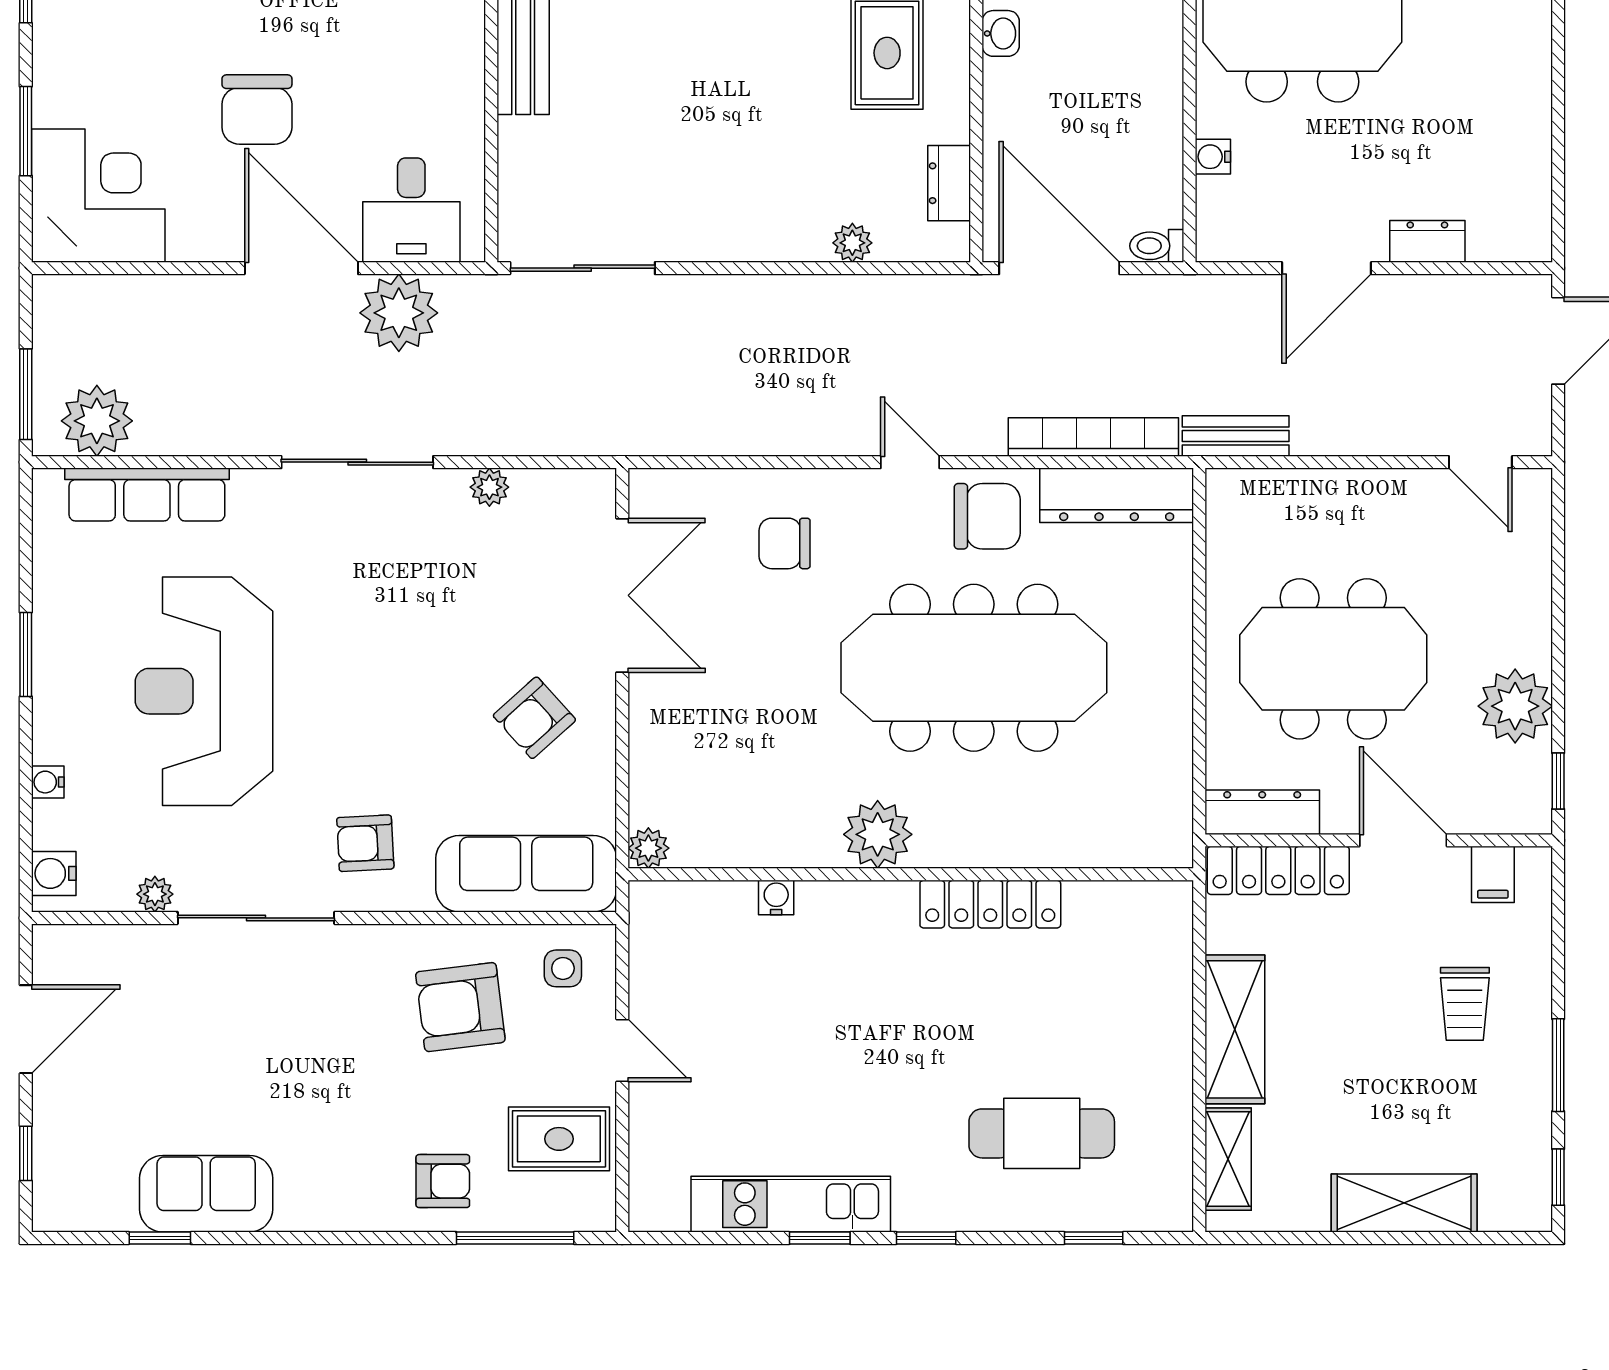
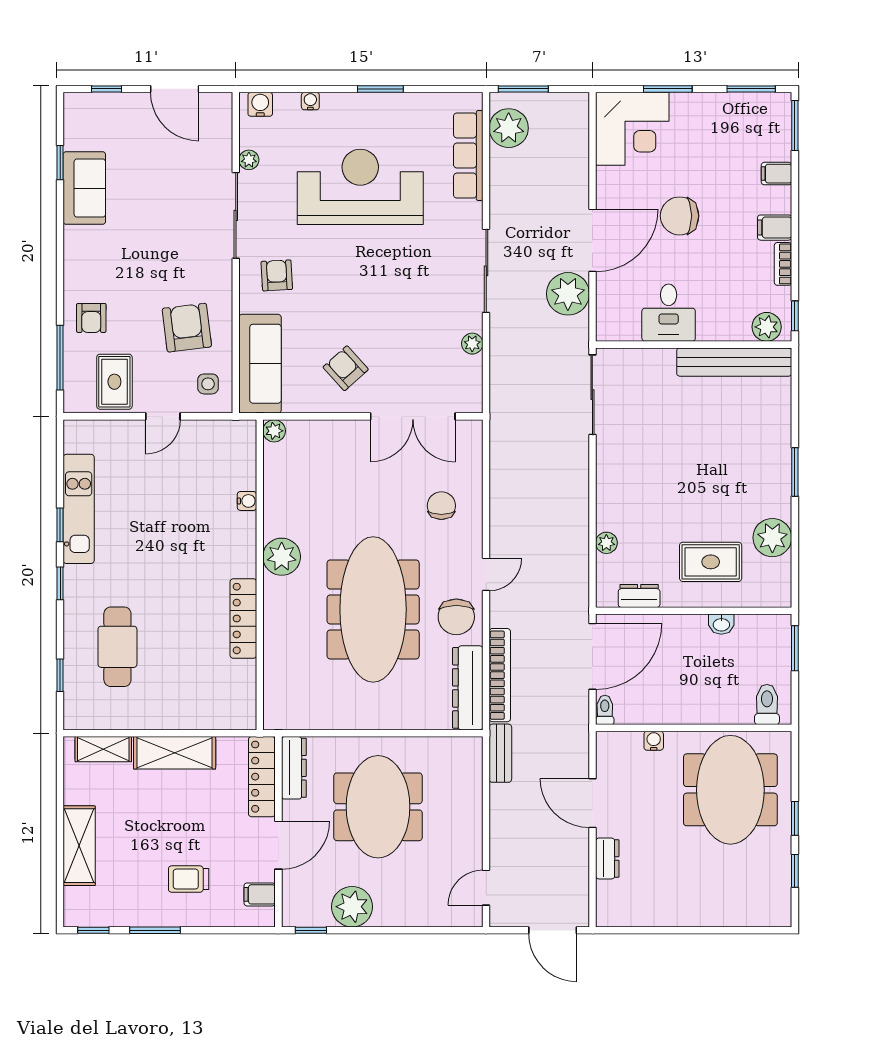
desk: (411, 210) -> (669, 313), moved, turned -90

